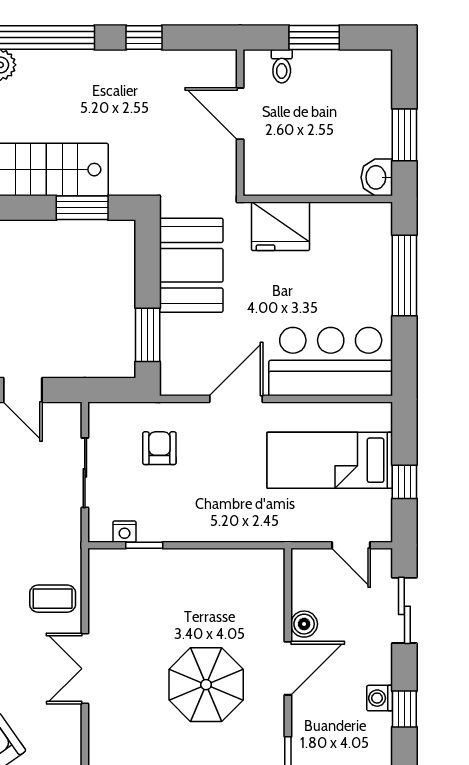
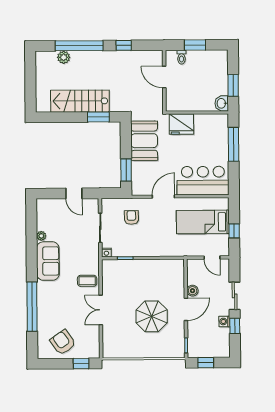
nightstand: (125, 532) -> (106, 253), moved
sliding door: (404, 610) -> (235, 296), moved

